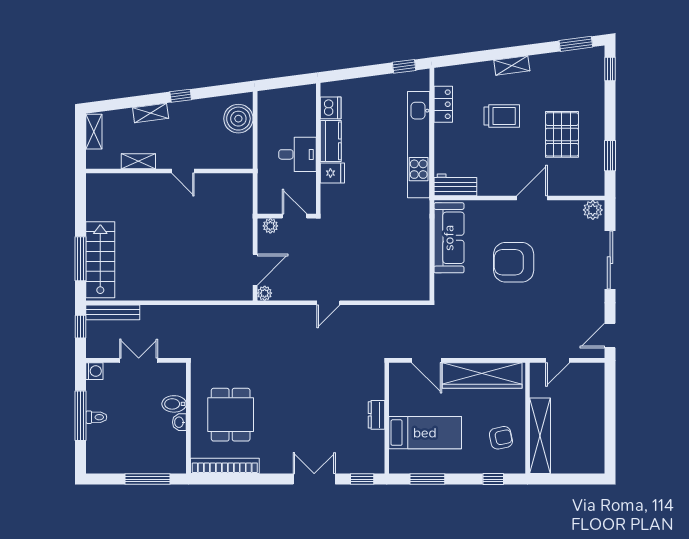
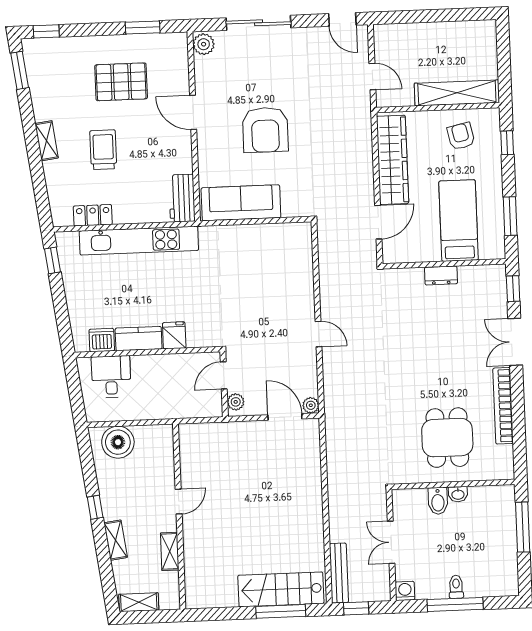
desk: (297, 154) -> (111, 377), moved
dining table: (231, 415) -> (447, 438), turned 90
bookcase: (225, 466) -> (503, 406), moved

